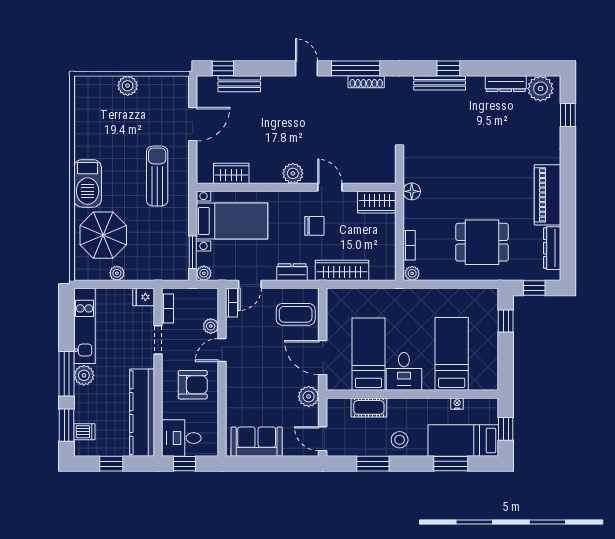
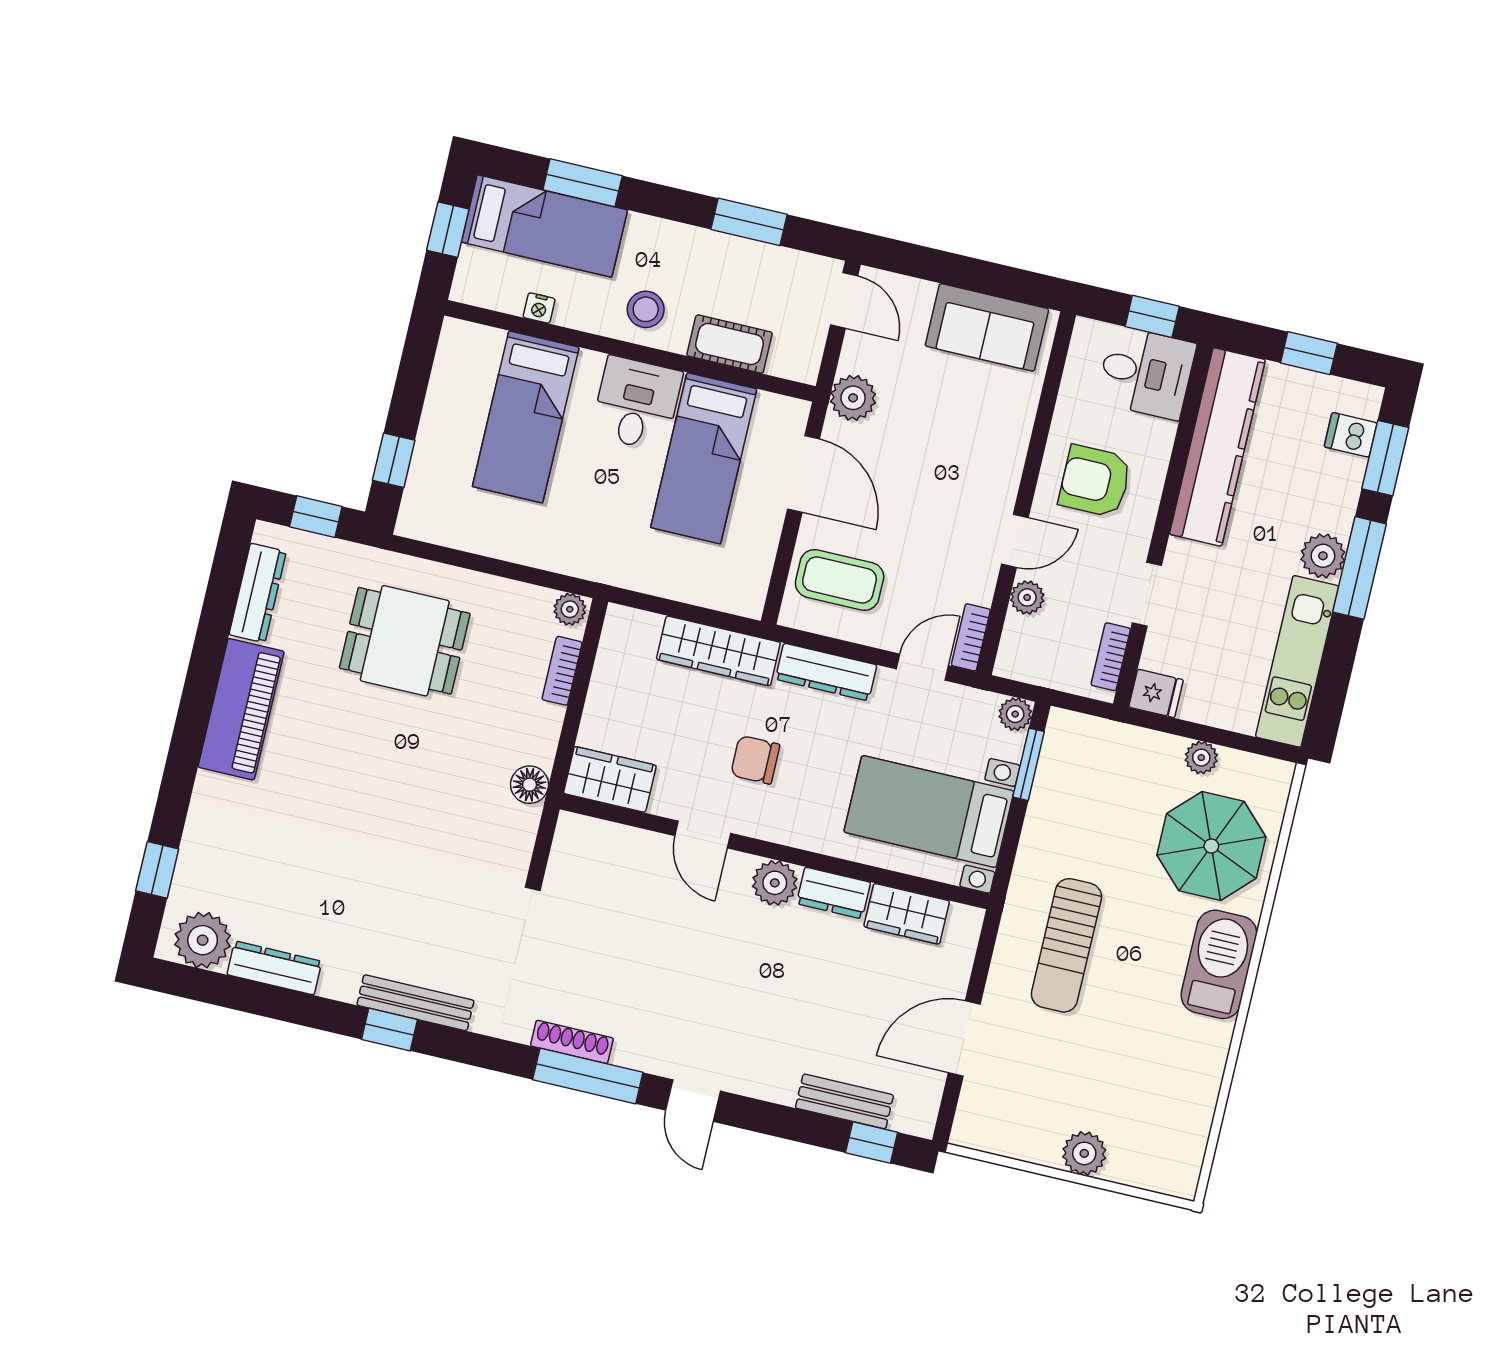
dresser: (266, 175) -> (834, 893), added
dresser: (292, 272) -> (826, 672), width x1.44
stool: (400, 440) -> (646, 309), moved

